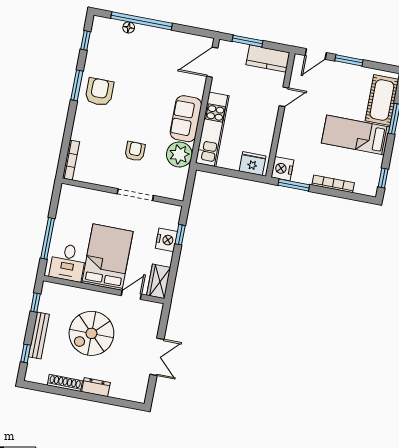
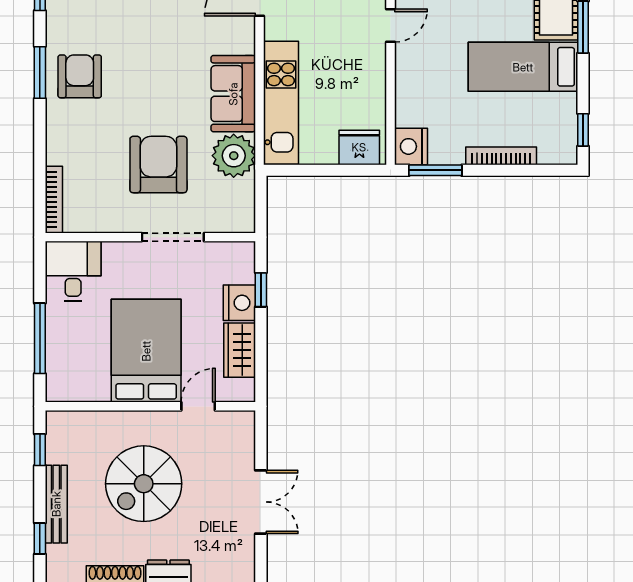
armchair: (135, 151) -> (158, 165), width x1.88, depth x1.88
desk: (68, 262) -> (73, 271), moved, turned 180
wardrobe: (159, 281) -> (240, 350), moved

